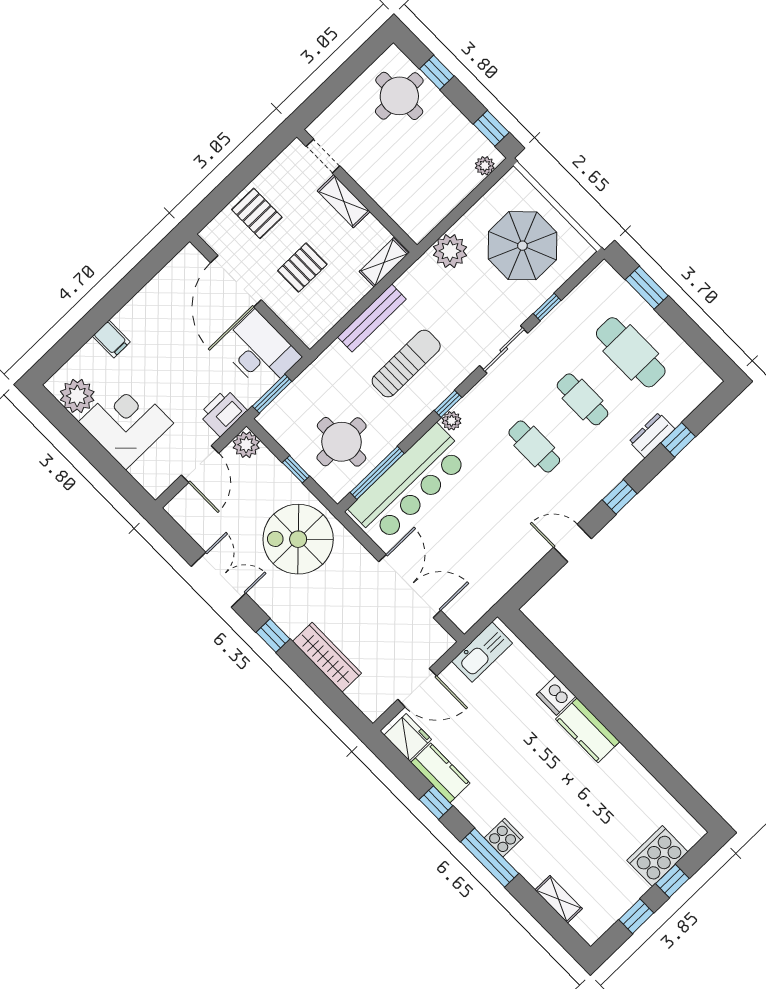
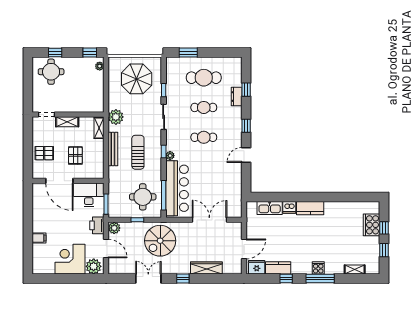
plant: (450, 251) -> (116, 117), moved
plant: (77, 396) -> (94, 266), moved
kitchen sink: (482, 652) -> (270, 208), moved, turned 90

